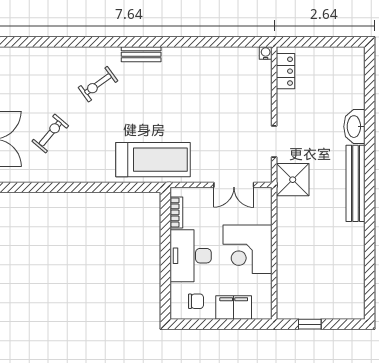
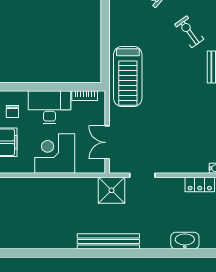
washbasin: (354, 127) -> (185, 241), moved

